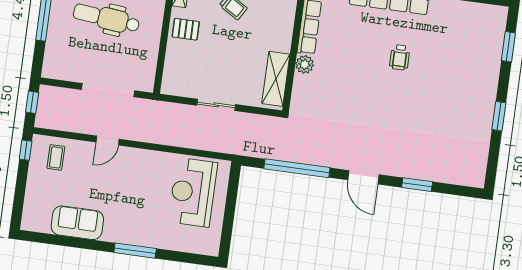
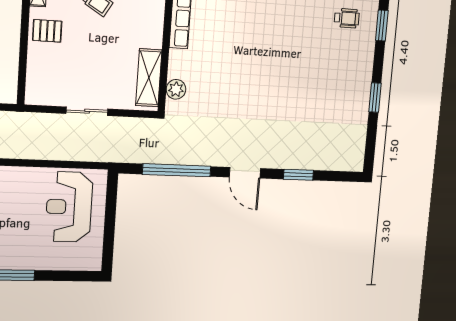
wheelchair: (400, 57) -> (347, 18), moved, turned -90
plant: (305, 64) -> (176, 89), moved

